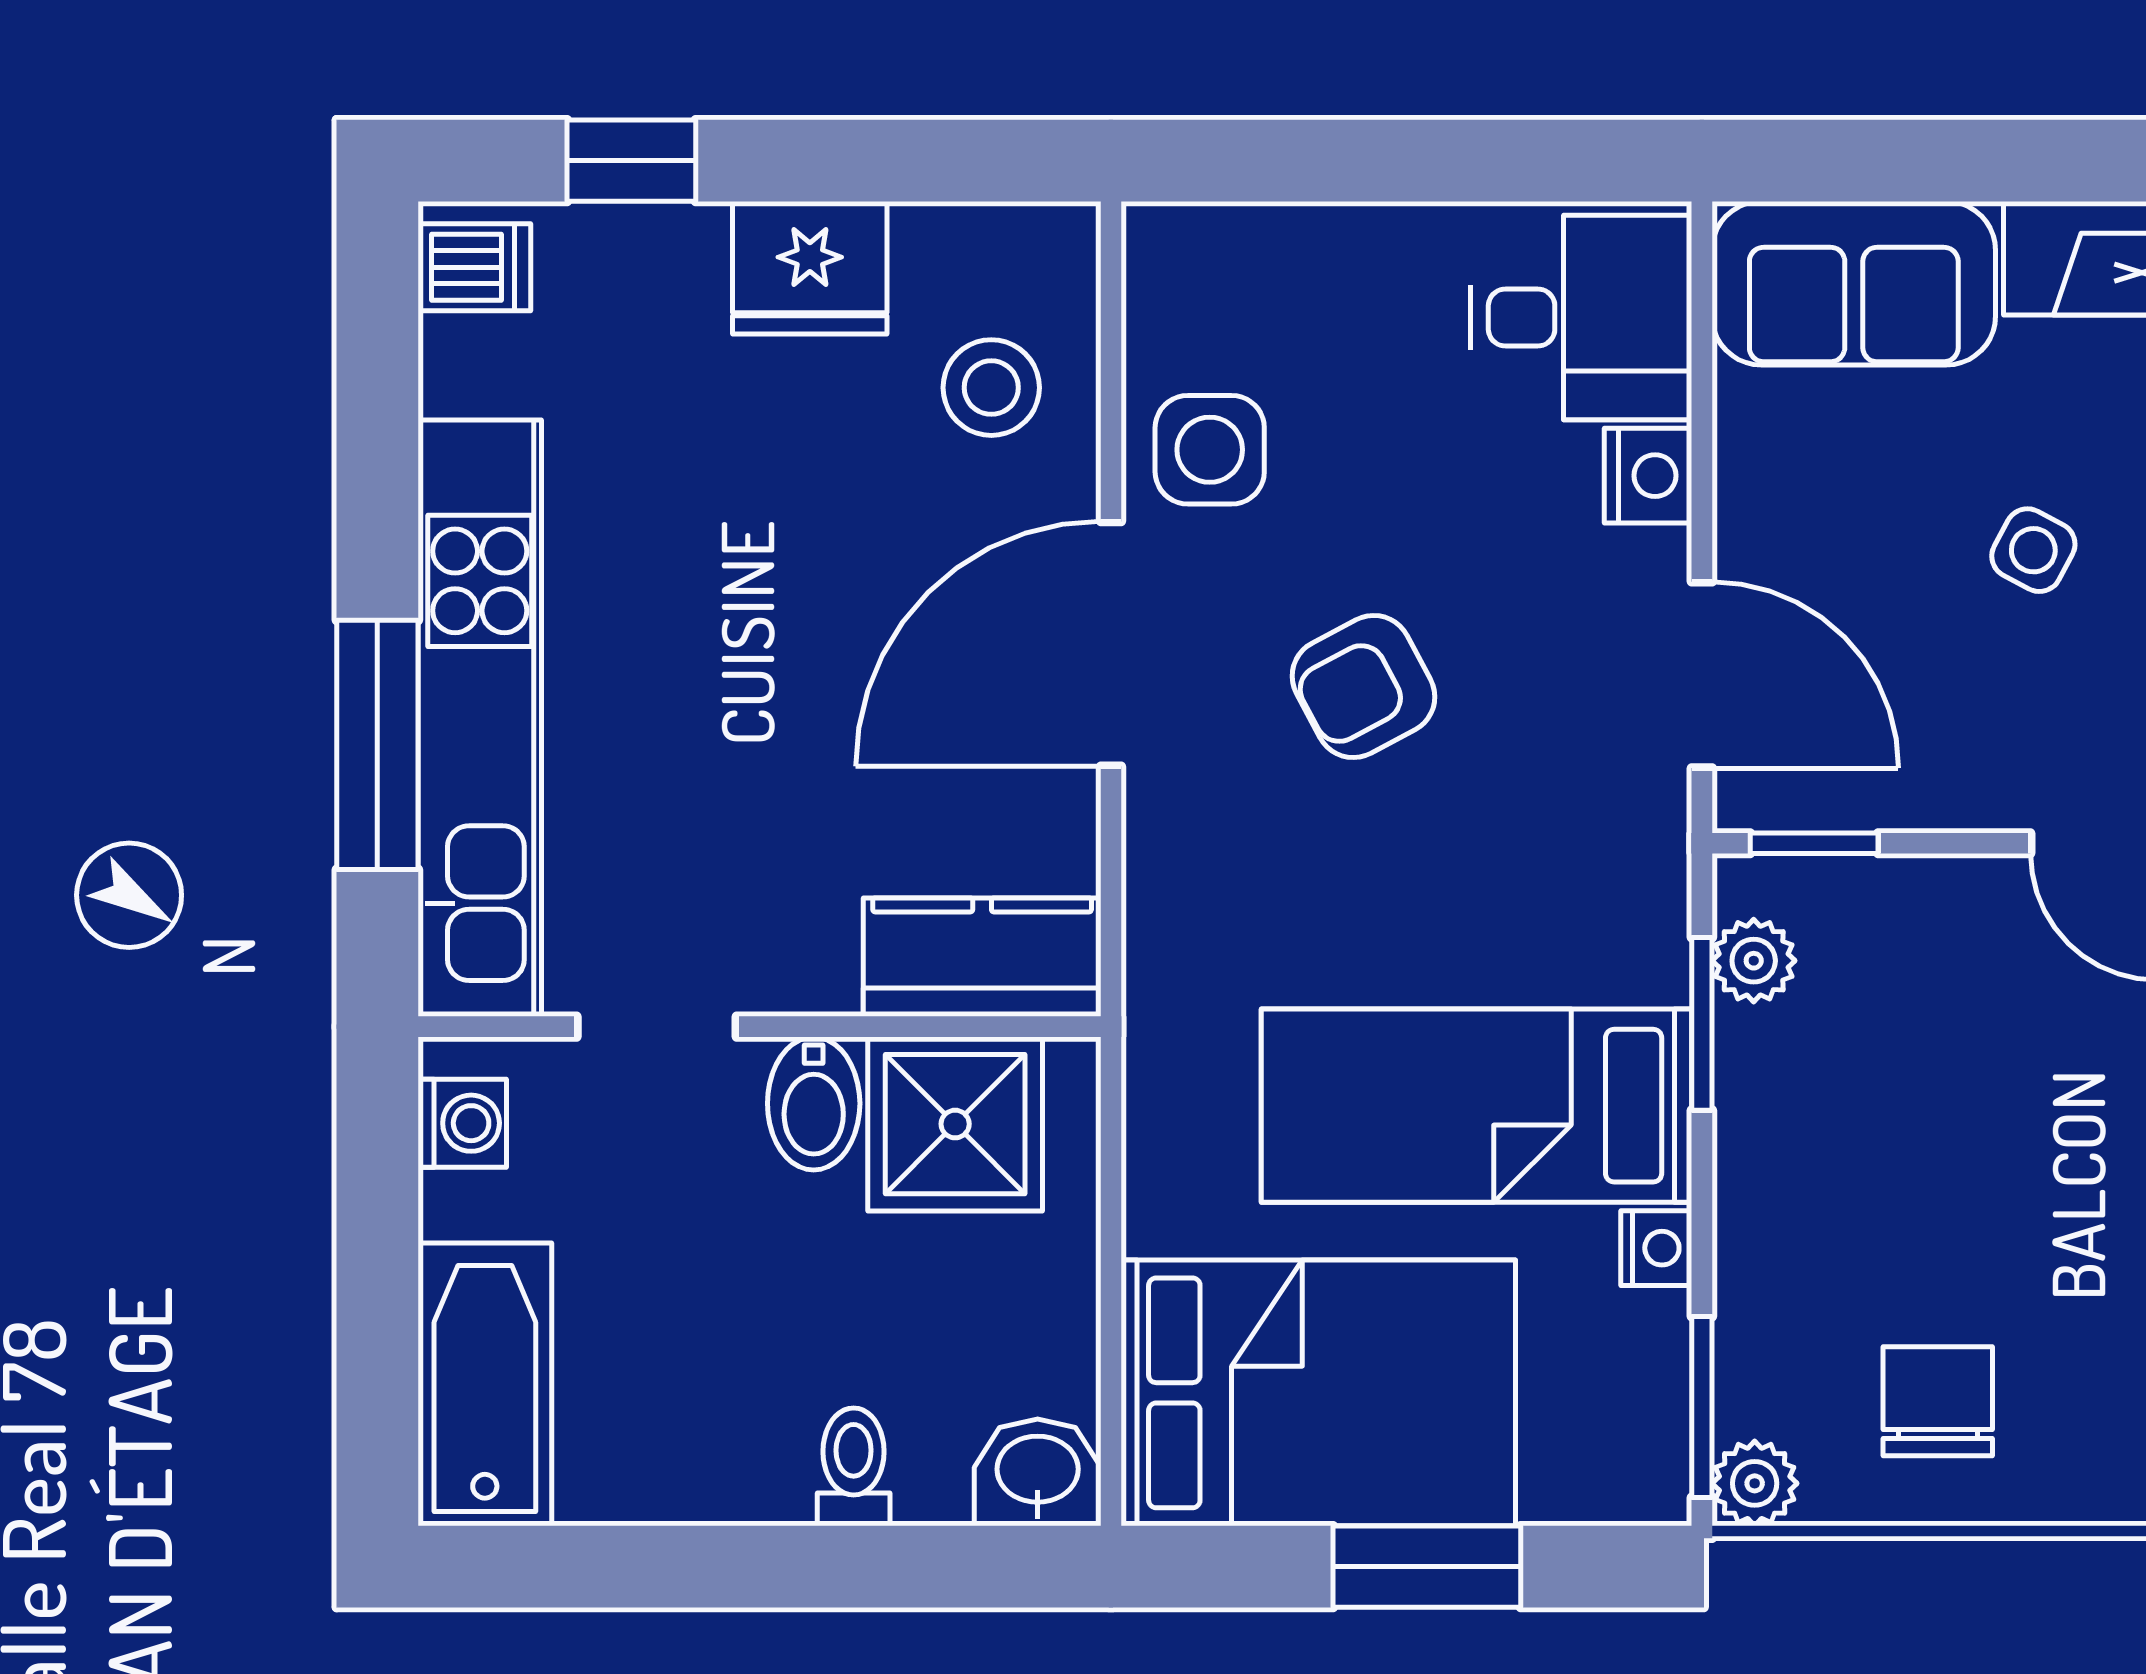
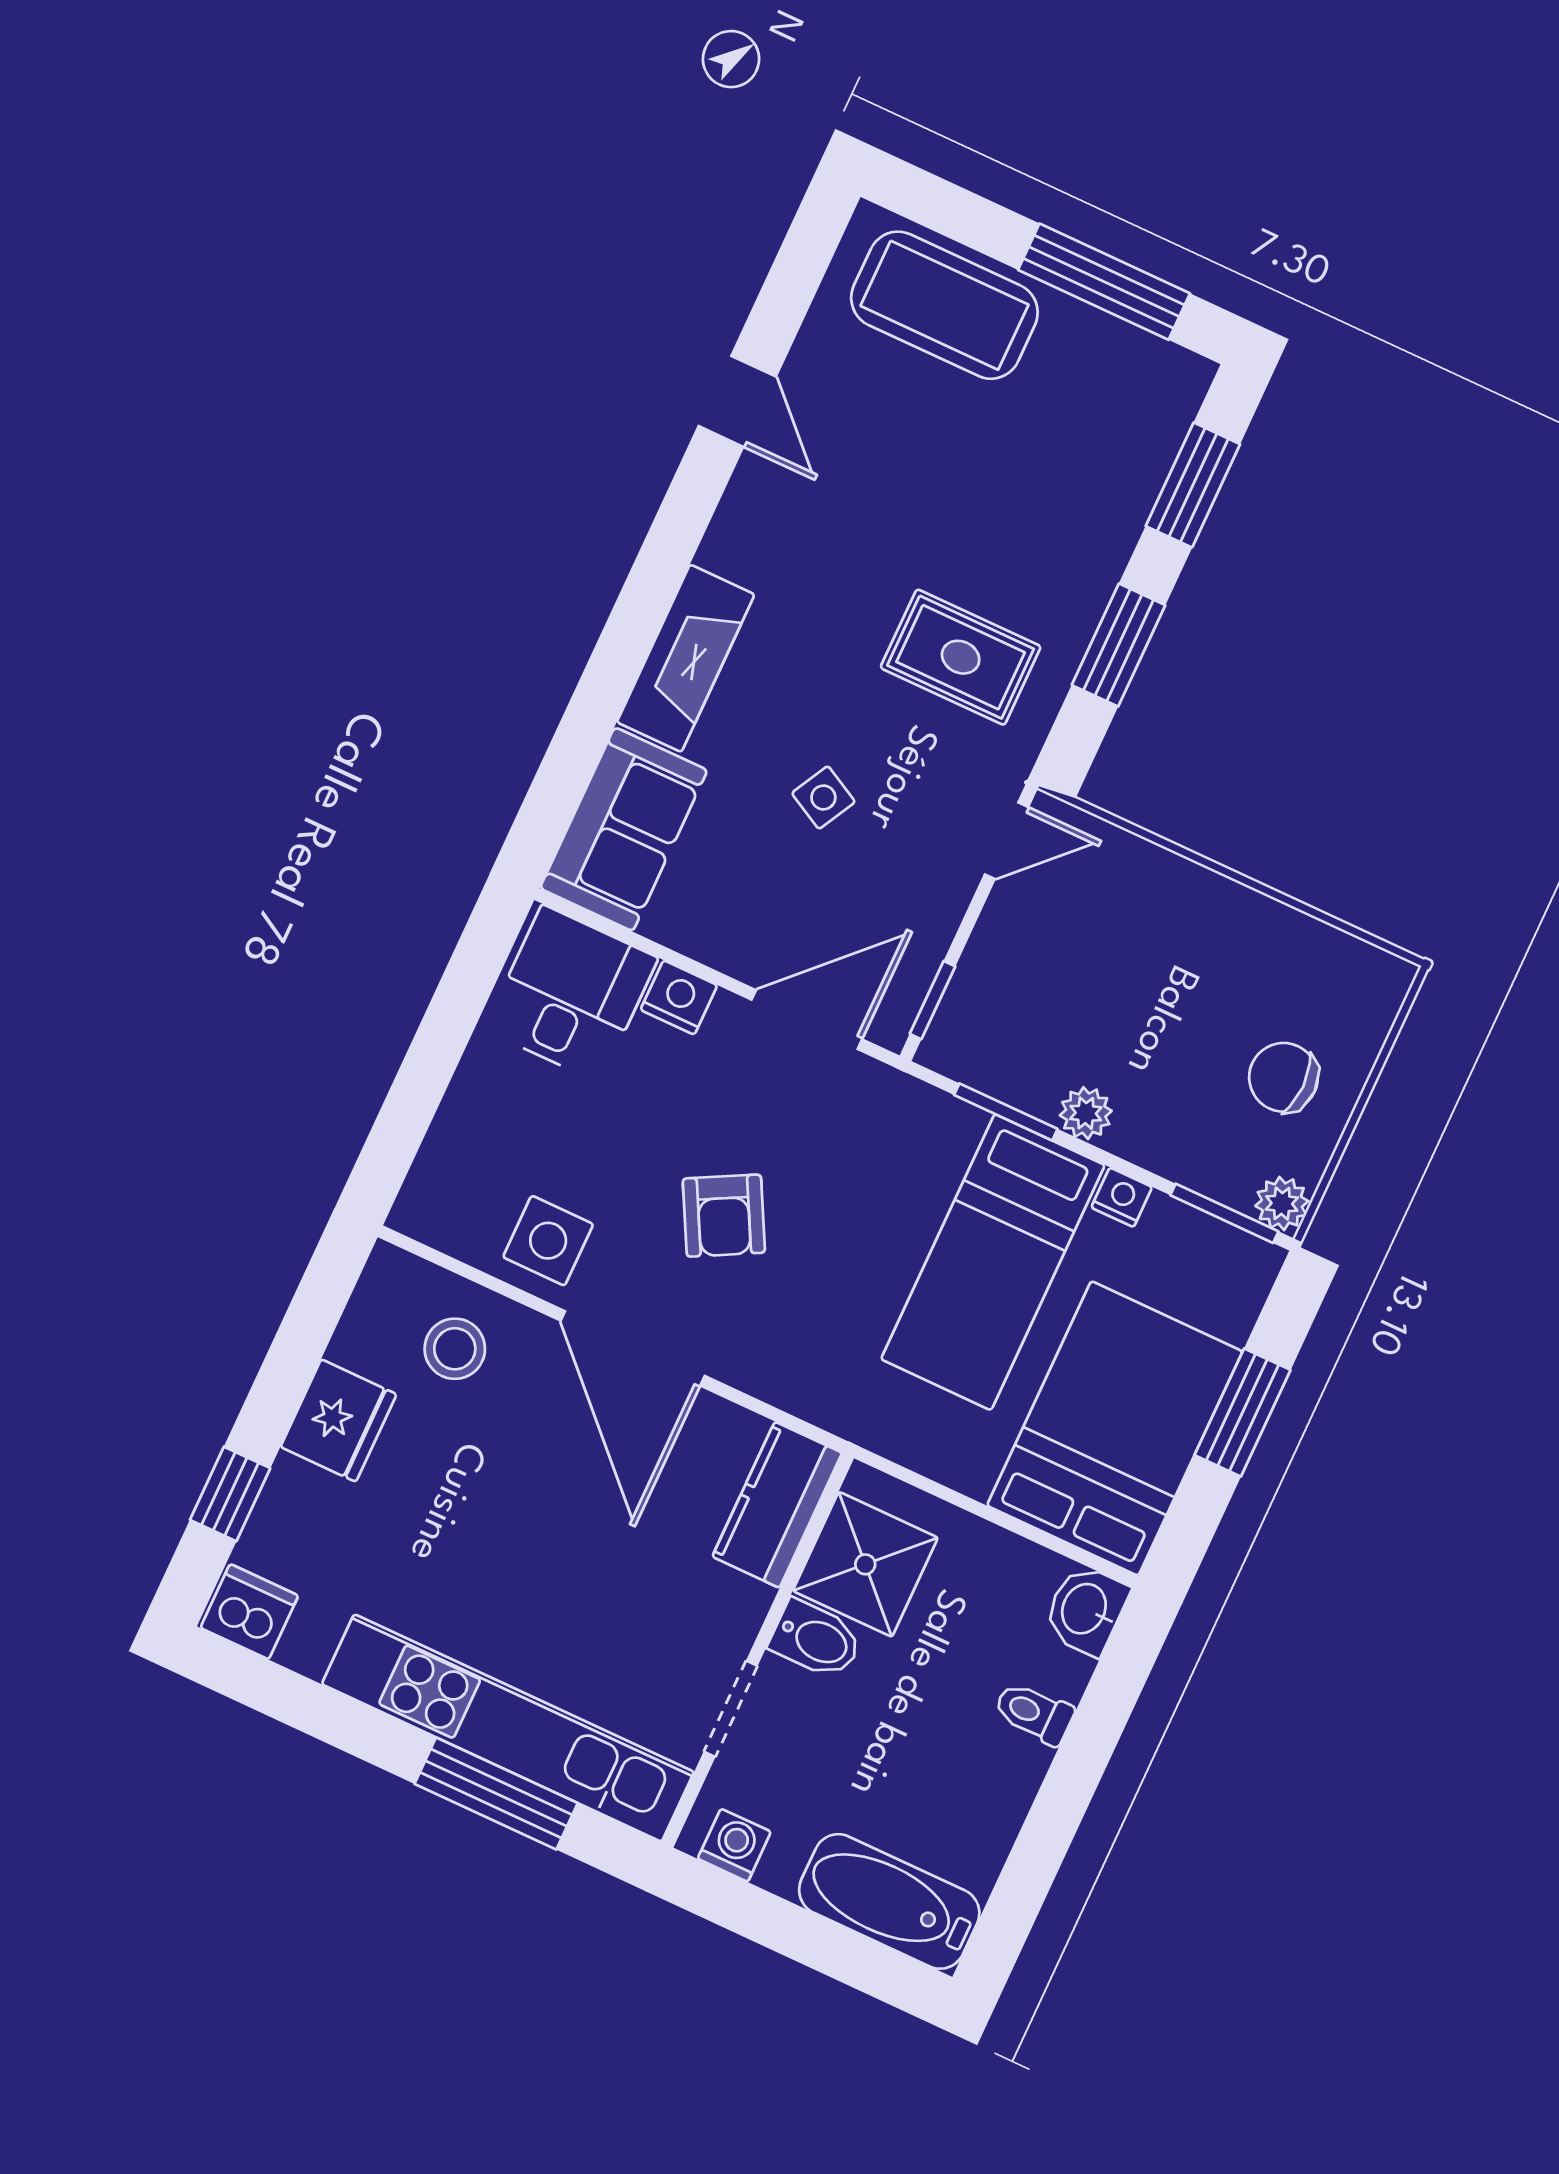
dishwasher: (474, 267) -> (249, 1612), width x1.38
plant: (1754, 961) -> (1086, 1113), moved

